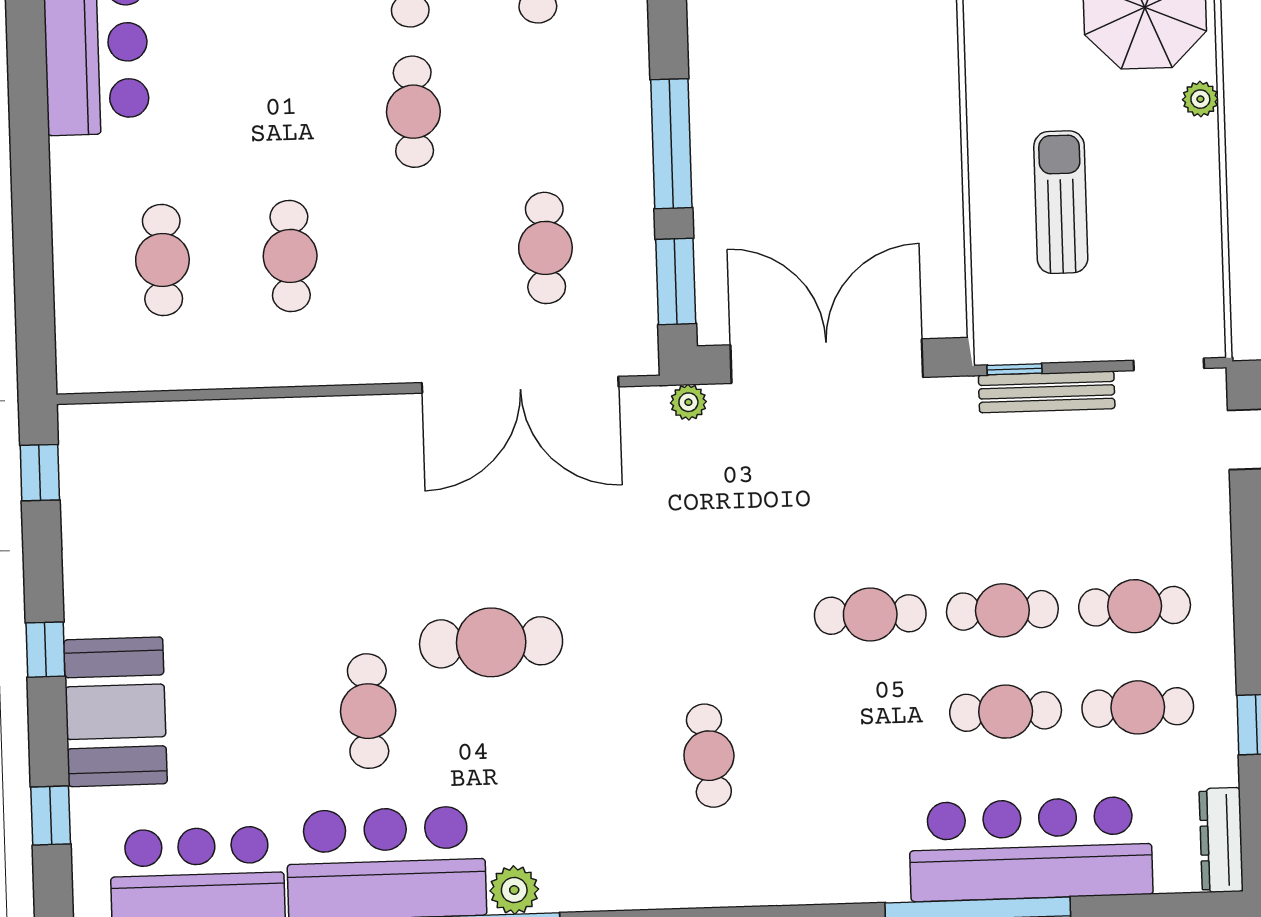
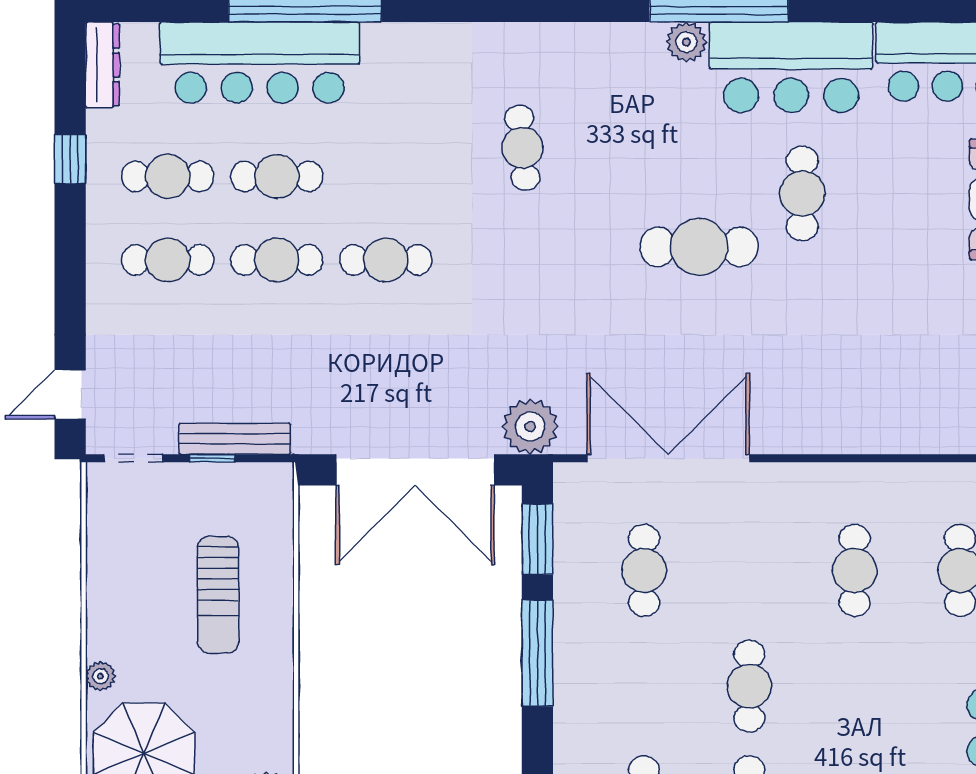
window: (1015, 369) -> (212, 458), moved
plant: (688, 402) -> (530, 427), width x1.88, depth x1.88

